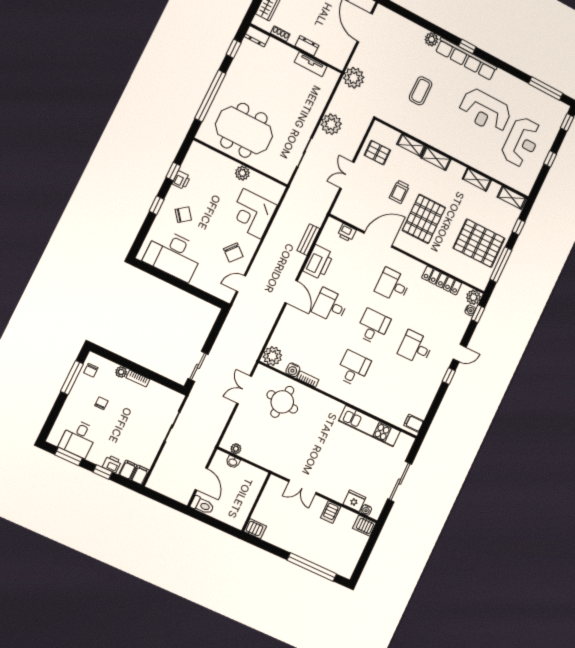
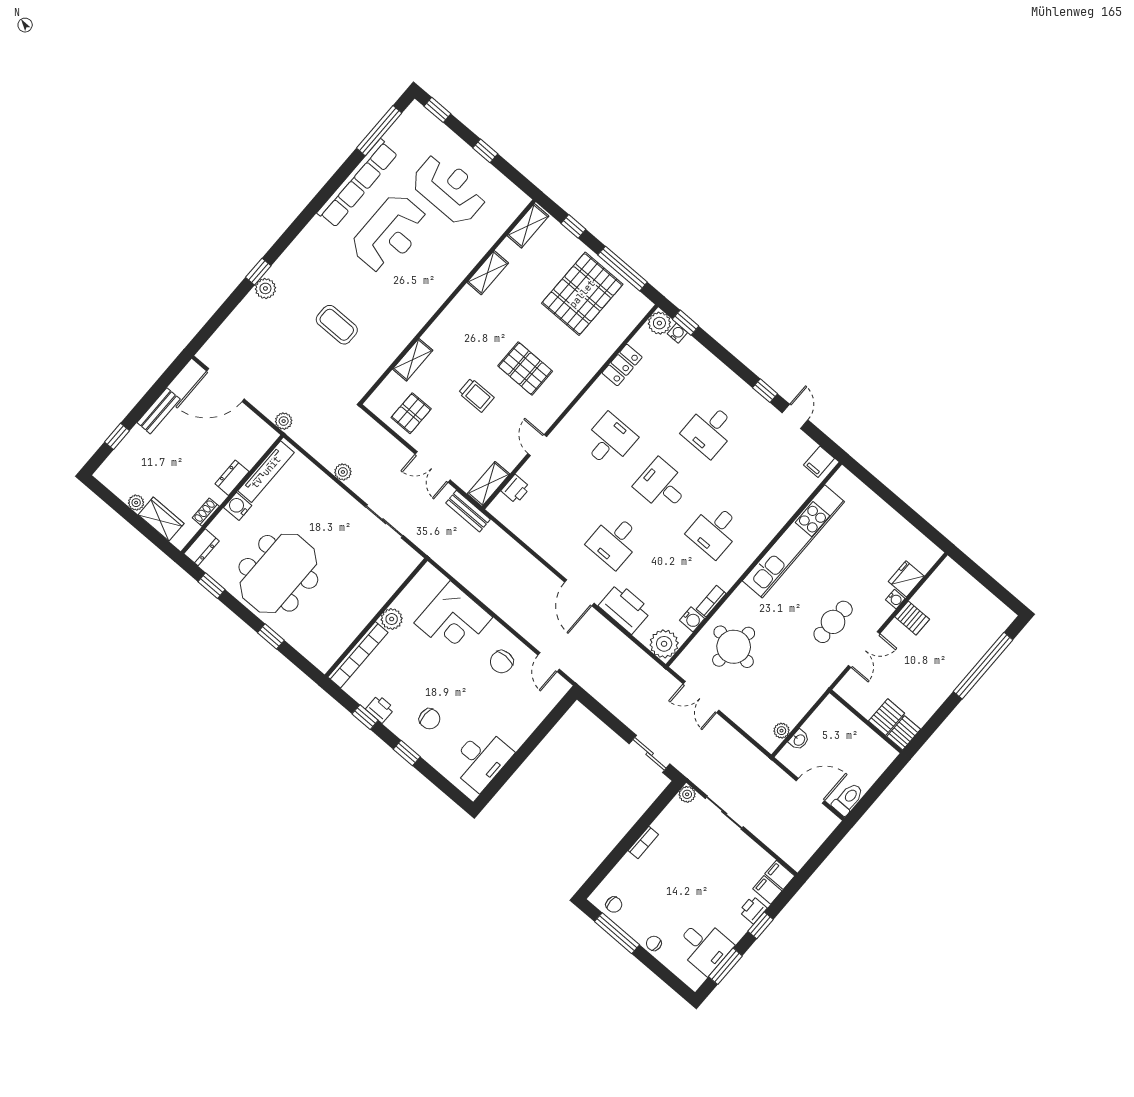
window: (467, 47) -> (258, 272), moved
water cooler: (289, 54) -> (238, 506), added
row of seats: (466, 59) -> (357, 183), moved
tv unit: (311, 64) -> (266, 472), width x1.41
plant: (354, 78) -> (284, 421), width x0.53, depth x0.53
window: (210, 96) -> (271, 636), width x0.32
plant: (331, 124) -> (343, 472), width x0.53, depth x0.53
meeting table: (244, 130) -> (278, 573), moved
bookcase: (213, 157) -> (358, 655), added
shelving: (436, 158) -> (489, 484), moved
chair: (183, 215) -> (430, 719), turned 127
pallet: (424, 219) -> (525, 369), width x0.73, depth x0.71
door: (378, 239) -> (537, 445), width x0.53
bench: (308, 240) -> (468, 511), moved
chair: (233, 253) -> (502, 662), turned 139
desk: (174, 255) -> (481, 759), width x0.73, depth x0.77
printer: (318, 262) -> (625, 608), moved
locker: (442, 280) -> (622, 365), width x0.66
desk: (393, 285) -> (609, 441), turned 180
door: (291, 292) -> (579, 593), swing flipped
door: (460, 353) -> (795, 416), moved
desk: (353, 368) -> (714, 531), turned -90
plant: (121, 372) -> (687, 794), moved
chair: (101, 403) -> (654, 943), moved
kitchen unit: (369, 426) -> (793, 541), width x1.36
cafe table: (315, 462) -> (833, 622), added
sliding door: (400, 482) -> (898, 505), removed
water cooler: (366, 510) -> (895, 599), moved
server rack: (364, 526) -> (887, 717), moved, turned 180

